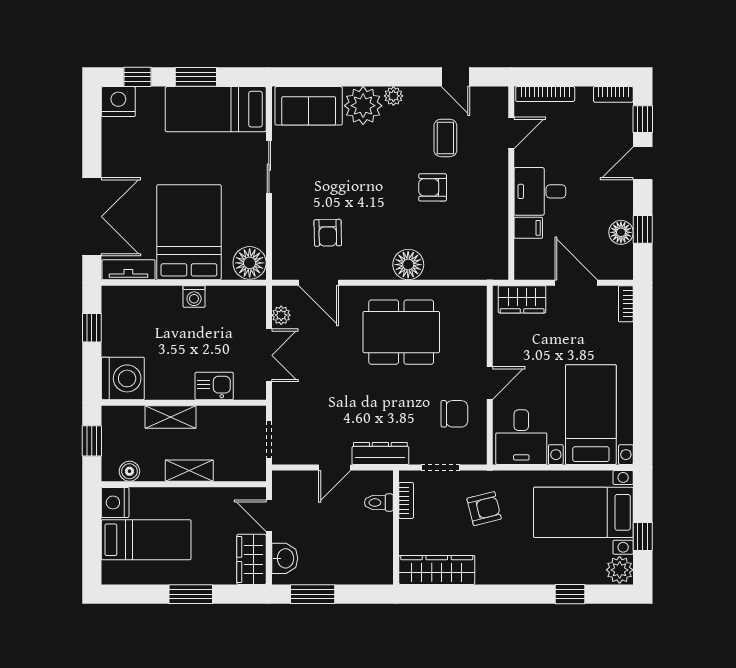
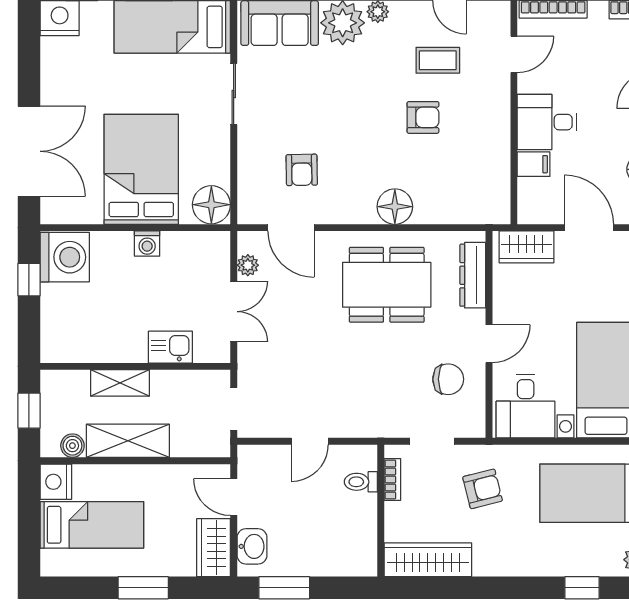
coffee table: (445, 138) -> (438, 60), turned 90
armchair: (433, 187) -> (423, 117), turned 180
tv unit: (128, 270) -> (71, 213), removed
washing machine: (123, 378) -> (65, 257), moved
dresser: (380, 453) -> (473, 275), moved, turned -90
shelving: (189, 471) -> (128, 441), width x1.50, depth x1.33

